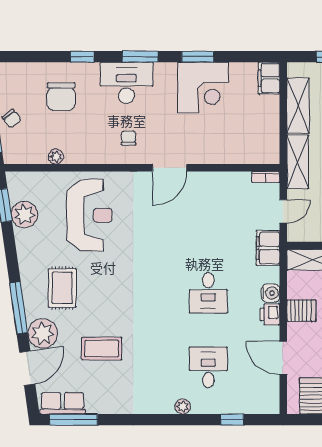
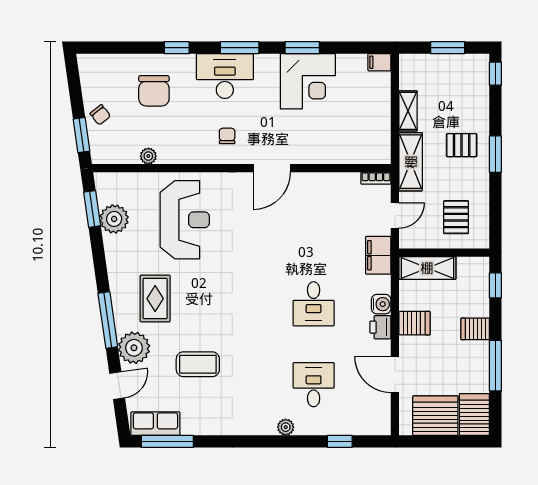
filing cabinet: (269, 78) -> (379, 62), width x0.50
shelving: (298, 106) -> (408, 111), width x0.67, depth x0.75
door: (27, 368) -> (117, 386), width x0.73

